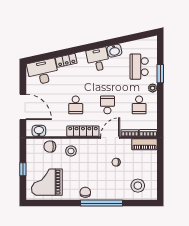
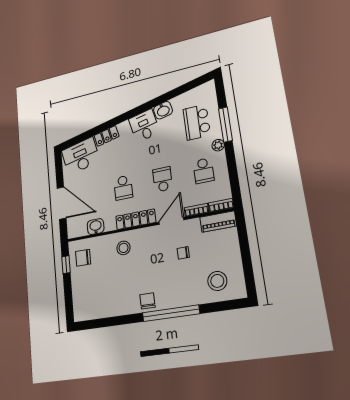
window: (160, 74) -> (225, 125), width x1.44
washbasin: (39, 131) -> (96, 227), moved
chair: (50, 147) -> (83, 258), moved
window: (23, 169) -> (66, 265), moved
grand piano: (47, 182) -> (98, 294), removed

